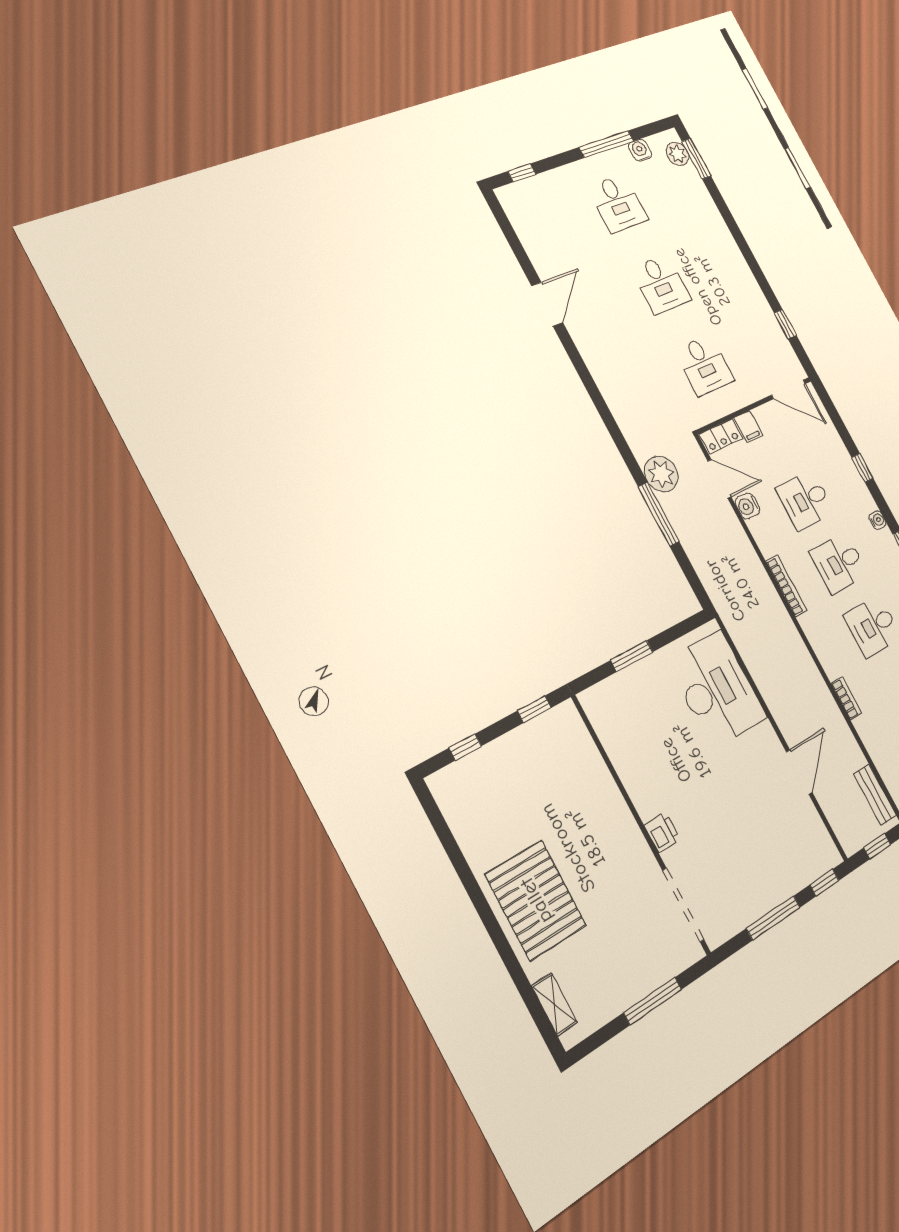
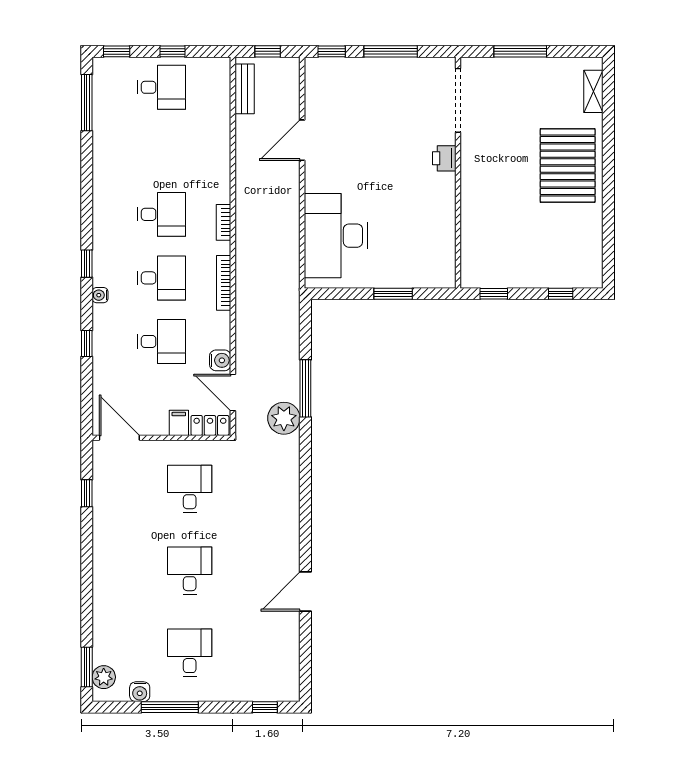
bookcase: (846, 698) -> (224, 222), moved

